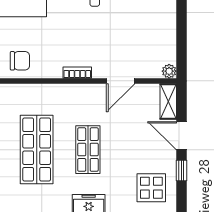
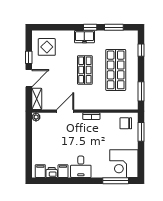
door: (181, 136) -> (29, 78), hinge flipped

